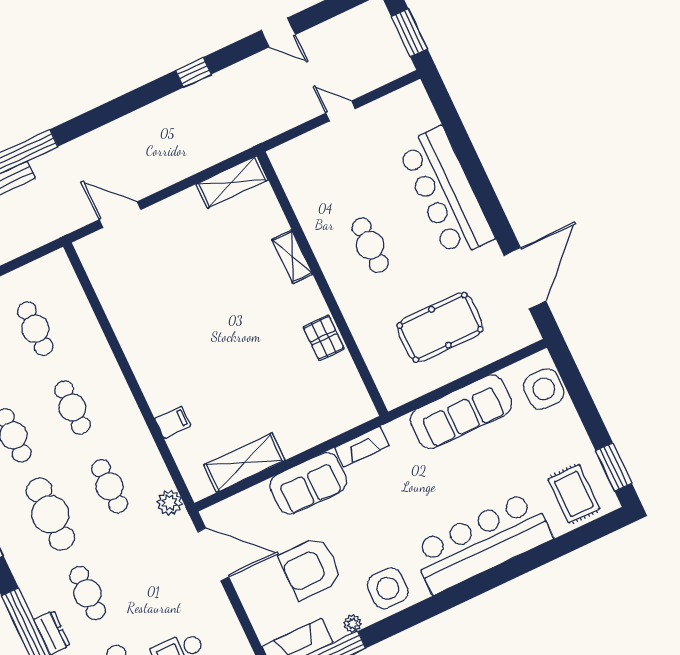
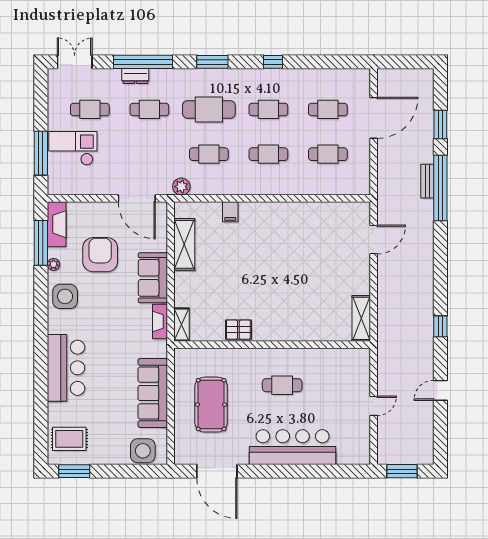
shelving: (292, 257) -> (182, 325), moved, turned 90
bar counter: (482, 543) -> (66, 368), width x0.73
door: (213, 554) -> (137, 198), hinge flipped

